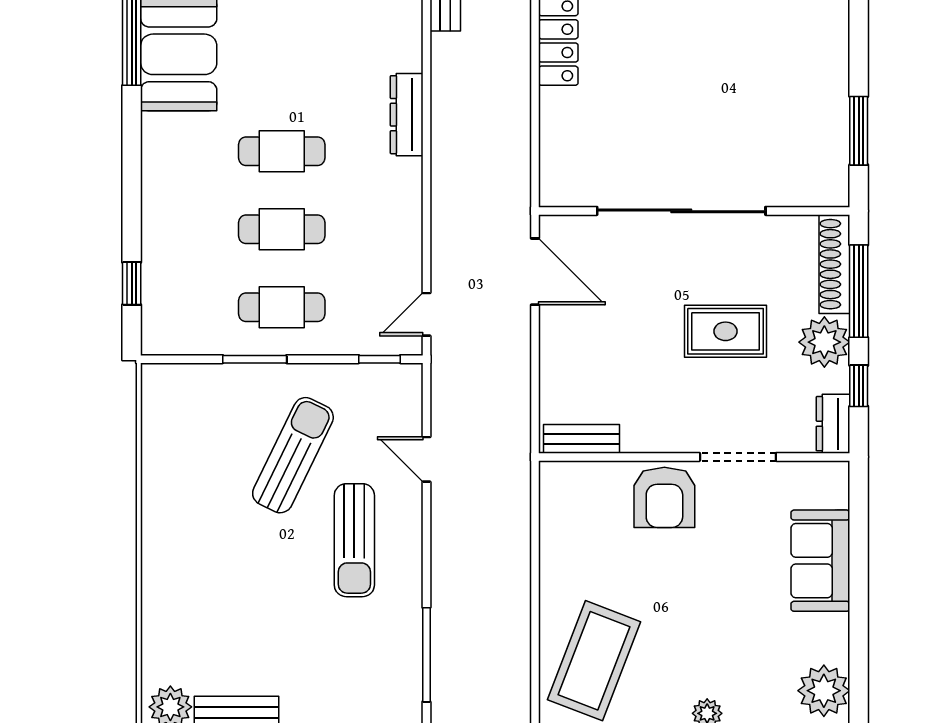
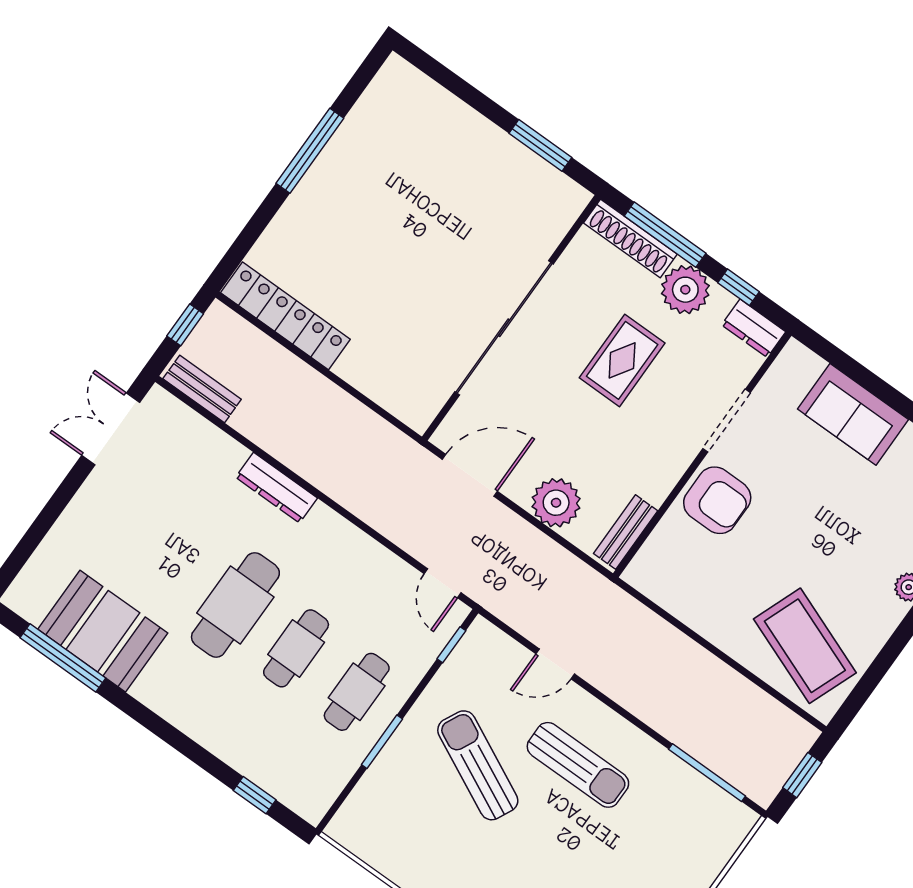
cafe table: (282, 151) -> (235, 605), width x1.37, depth x1.35
plant: (564, 362) -> (556, 503), added

